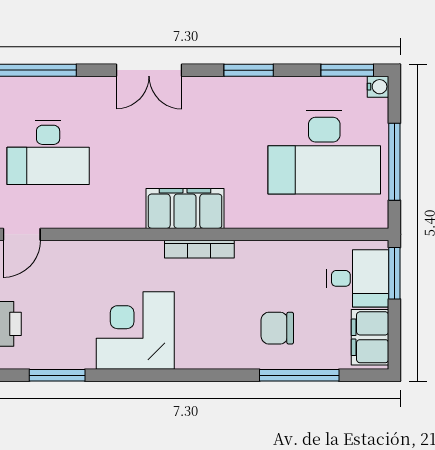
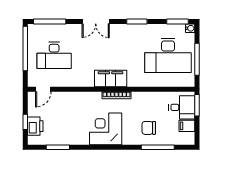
corner desk: (135, 330) -> (106, 129), moved
filing cabinet: (370, 337) -> (187, 126), width x0.50

